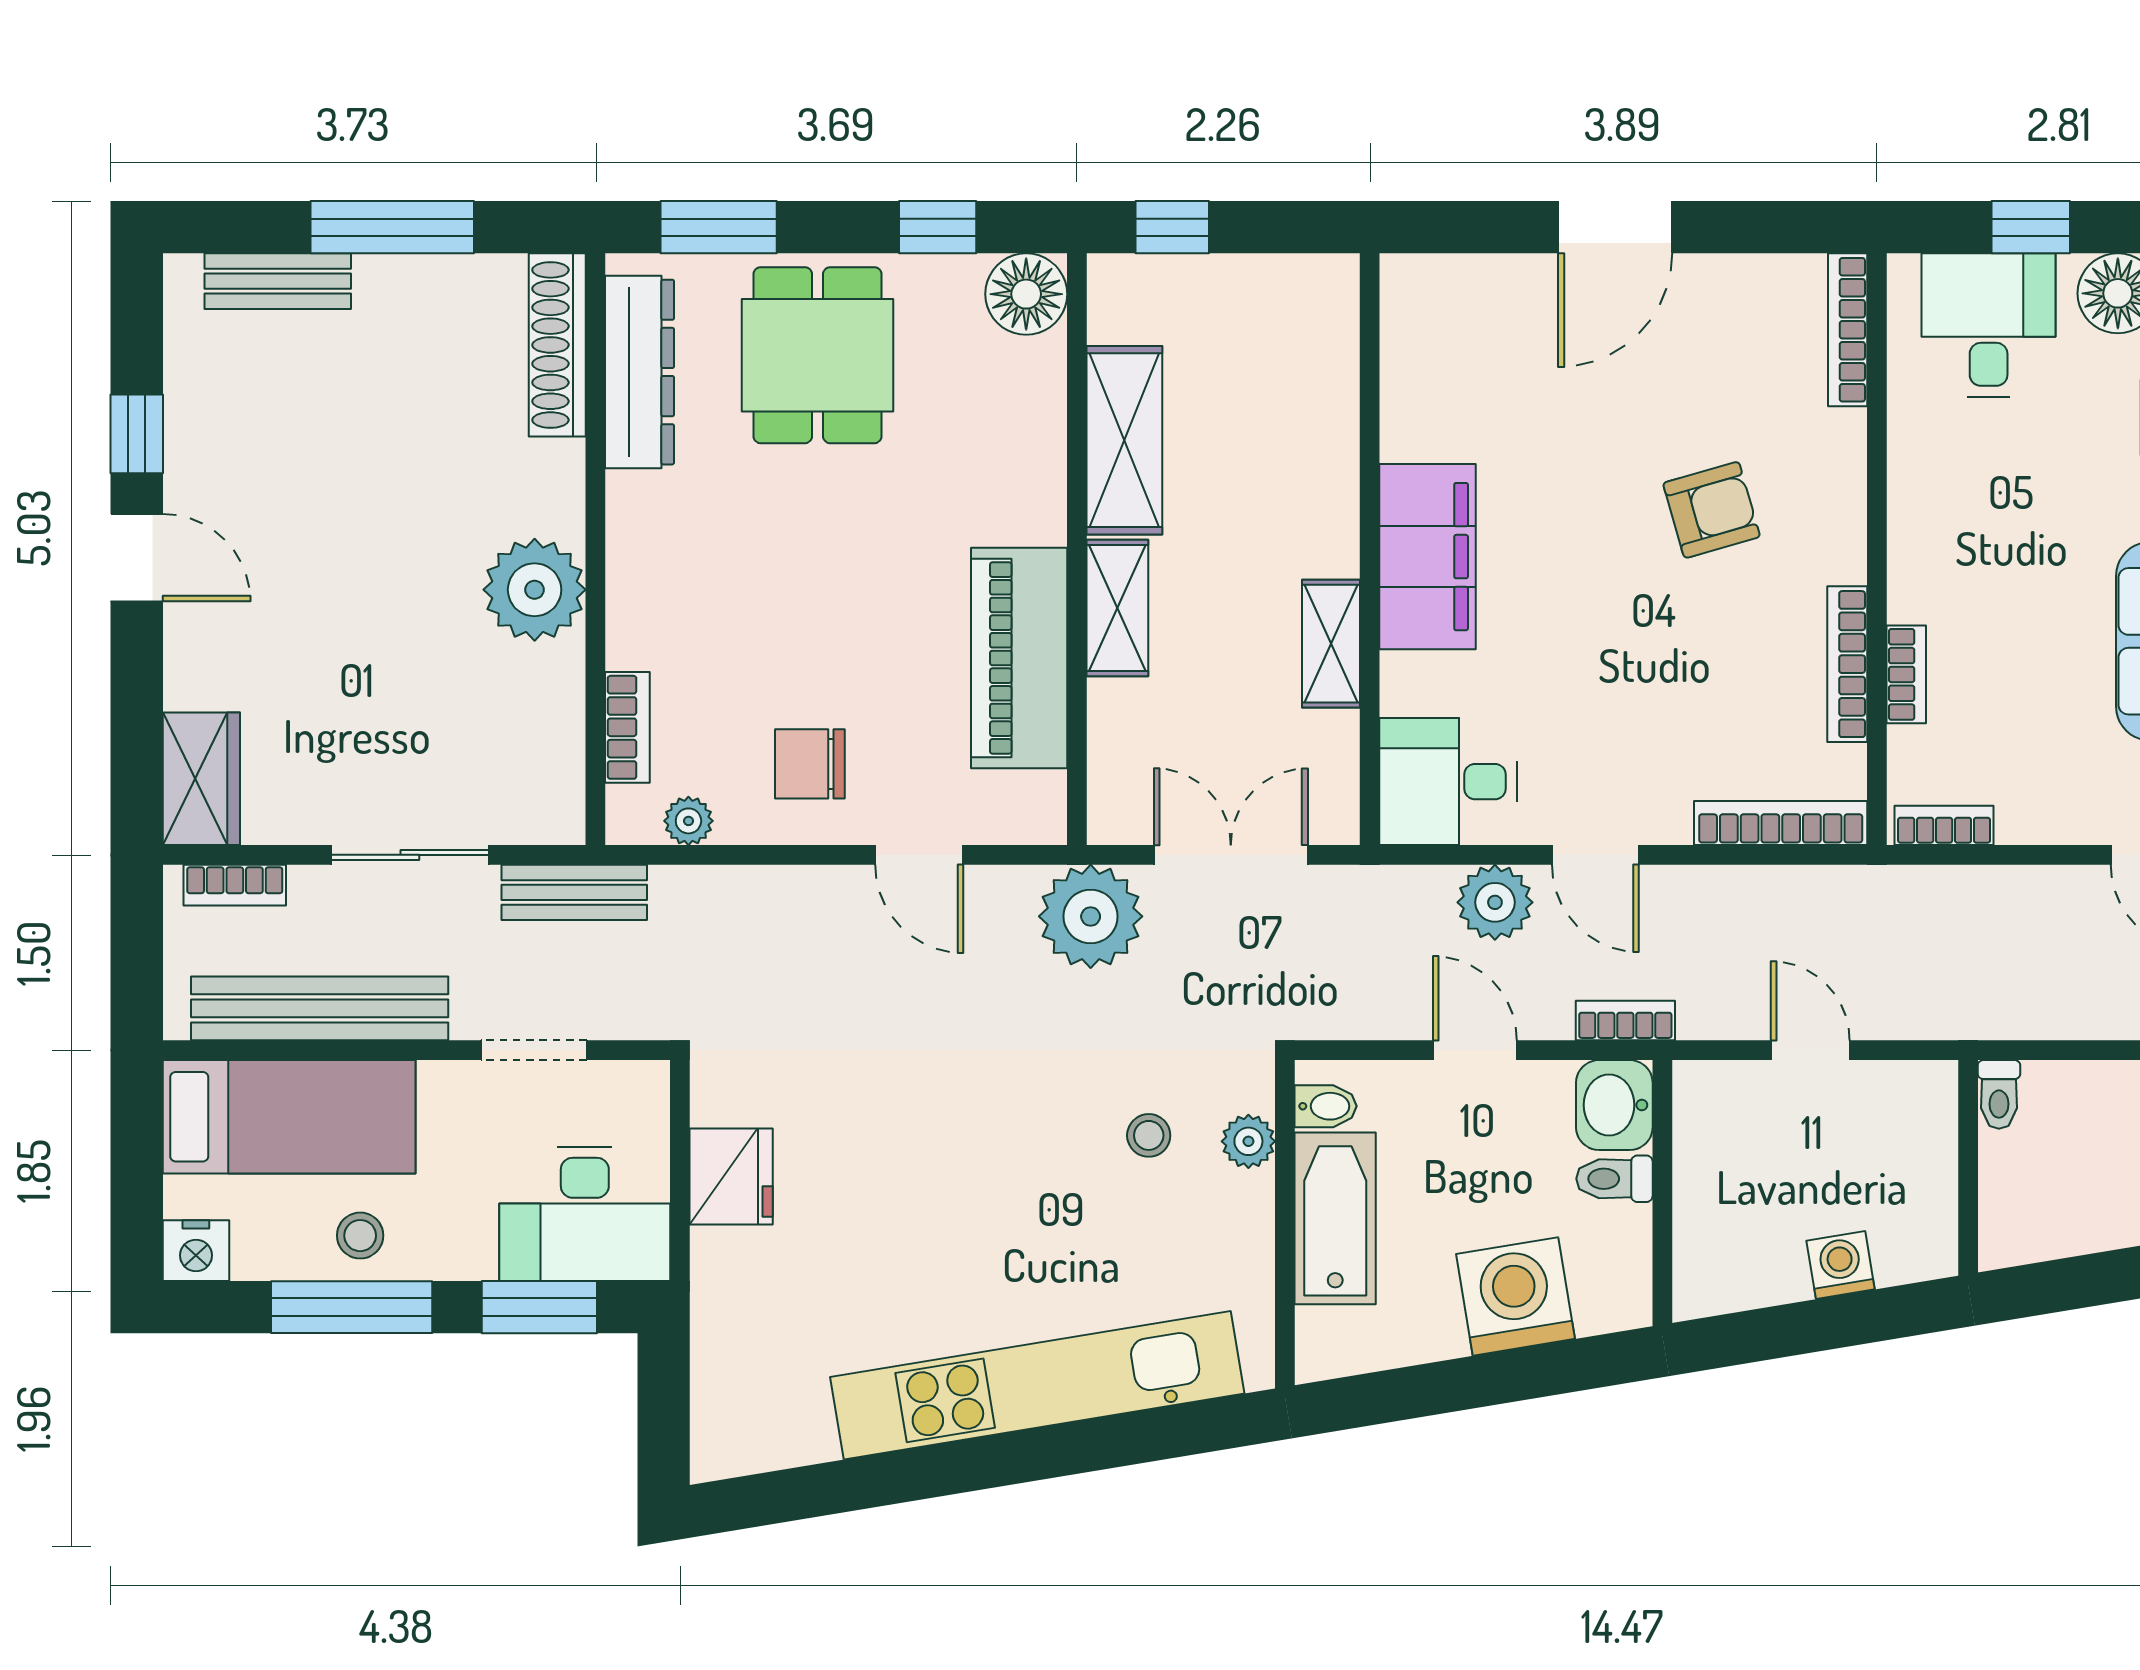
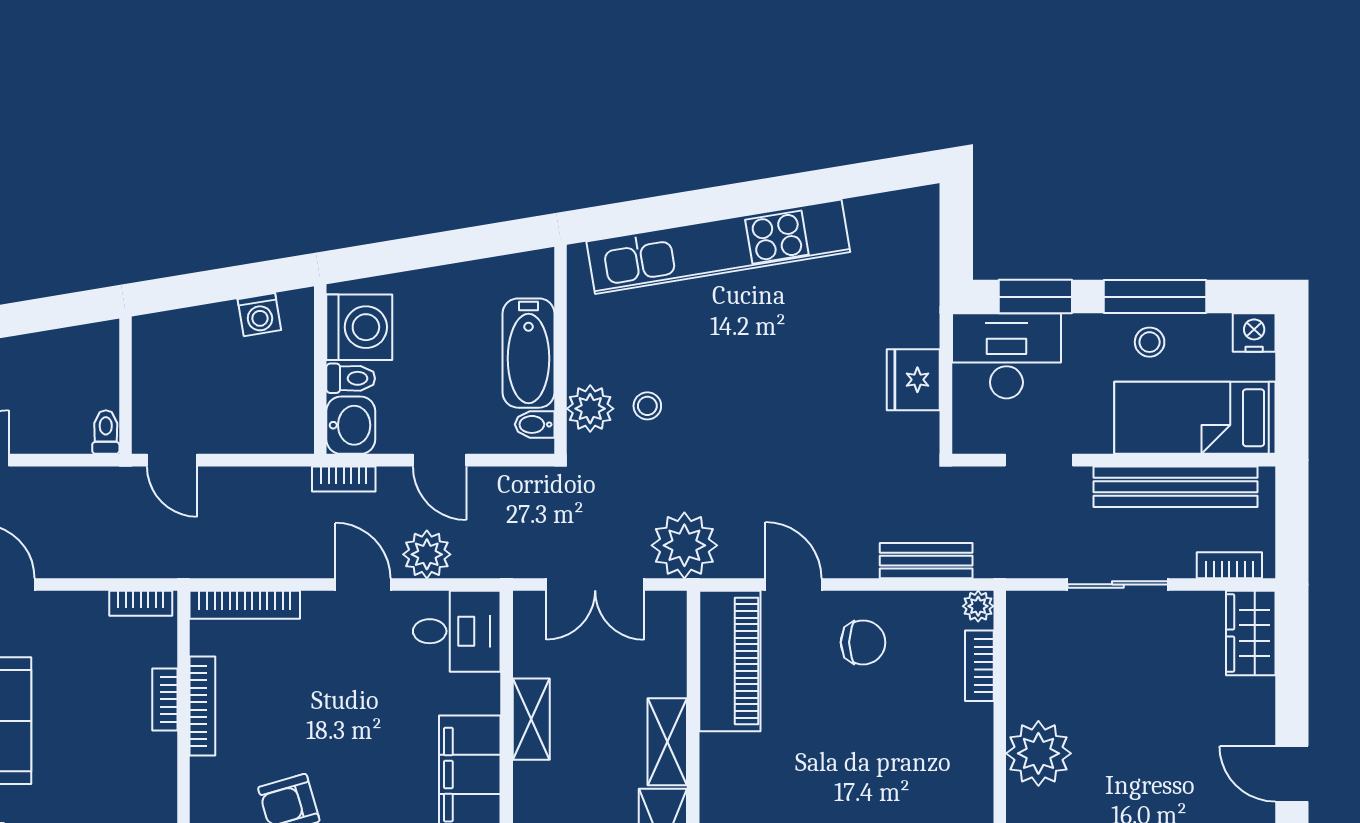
piano: (1019, 658) -> (730, 661), moved
plant: (688, 821) -> (978, 606), moved
bench: (574, 892) -> (926, 561), moved
door: (1810, 1050) -> (172, 460), moved
plant: (1248, 1141) -> (590, 409), width x1.38, depth x1.38
washing machine: (1841, 1265) -> (259, 315), moved
washing machine: (1515, 1296) -> (359, 327), moved, turned -81

